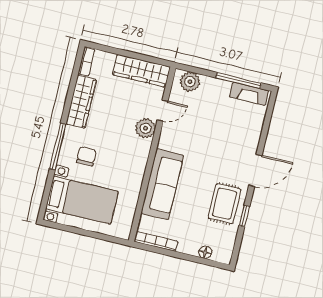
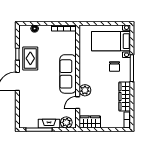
wardrobe: (141, 71) -> (90, 122), width x0.67
fireplace: (249, 94) -> (49, 124), moved
sofa: (162, 184) -> (68, 74), moved

